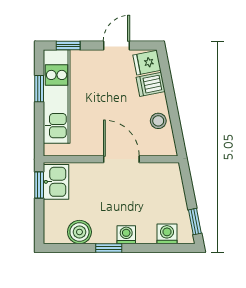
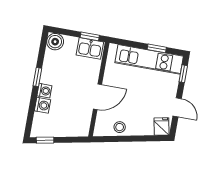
dishwasher: (151, 84) -> (146, 126), removed
boiler: (79, 232) -> (55, 42), moved
washing machine: (167, 234) -> (42, 105), moved

